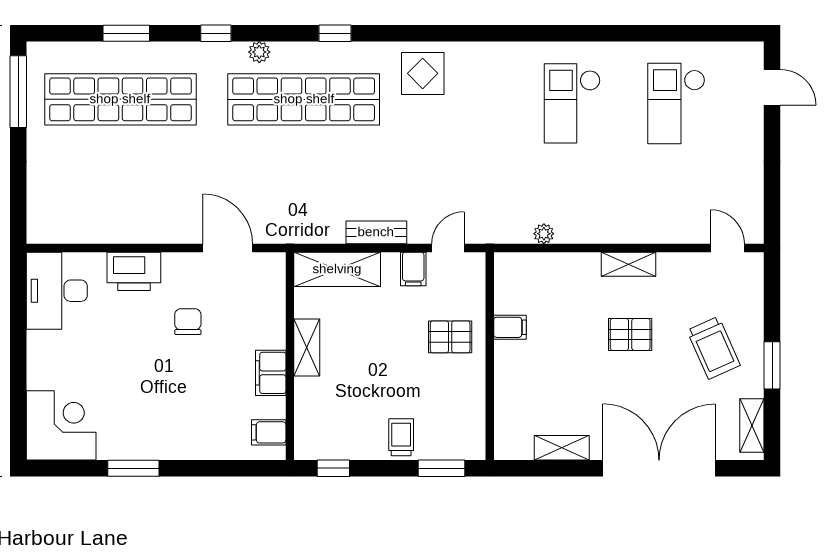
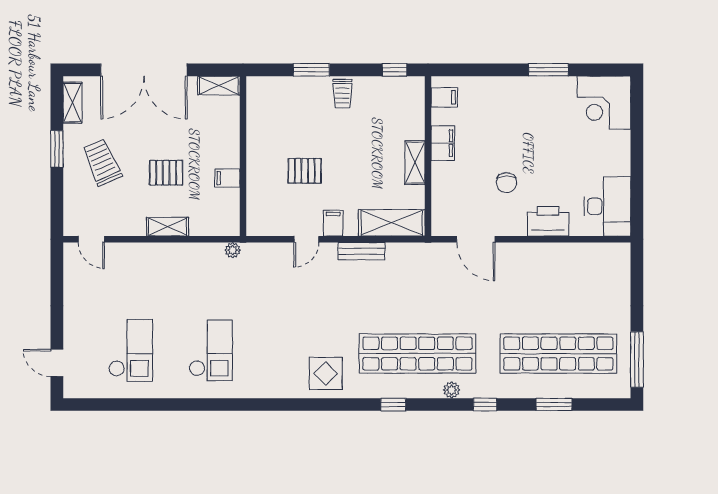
filing cabinet: (510, 327) -> (227, 178), moved
wall: (490, 356) -> (243, 156), moved

